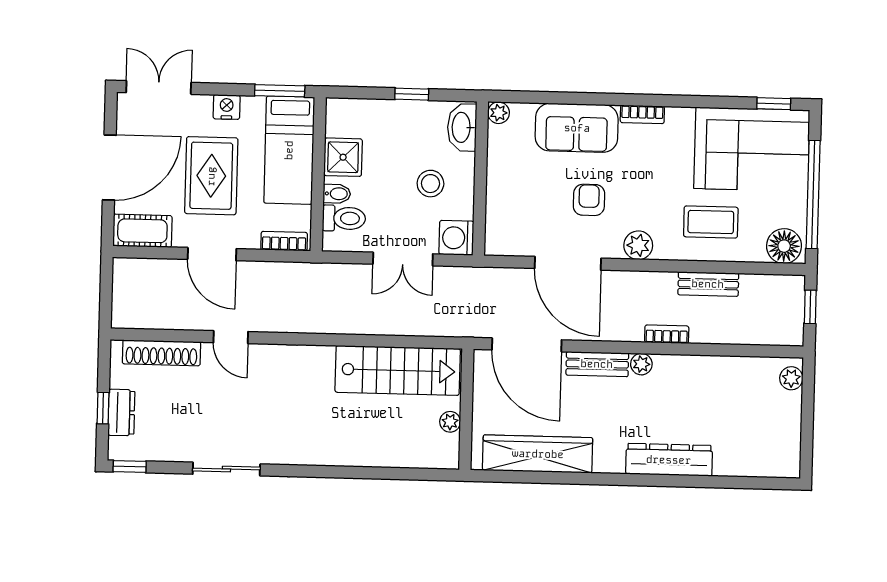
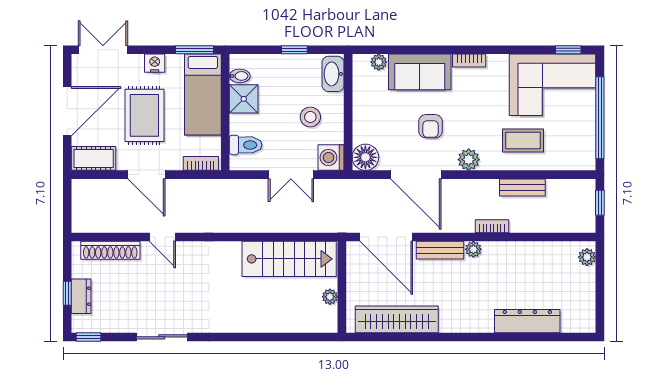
plant: (499, 113) -> (379, 62), moved
bidet: (337, 194) -> (240, 76), moved
armchair: (589, 200) -> (430, 126), turned 180
floor lamp: (784, 246) -> (365, 157), moved
dresser: (669, 460) -> (527, 321), moved

